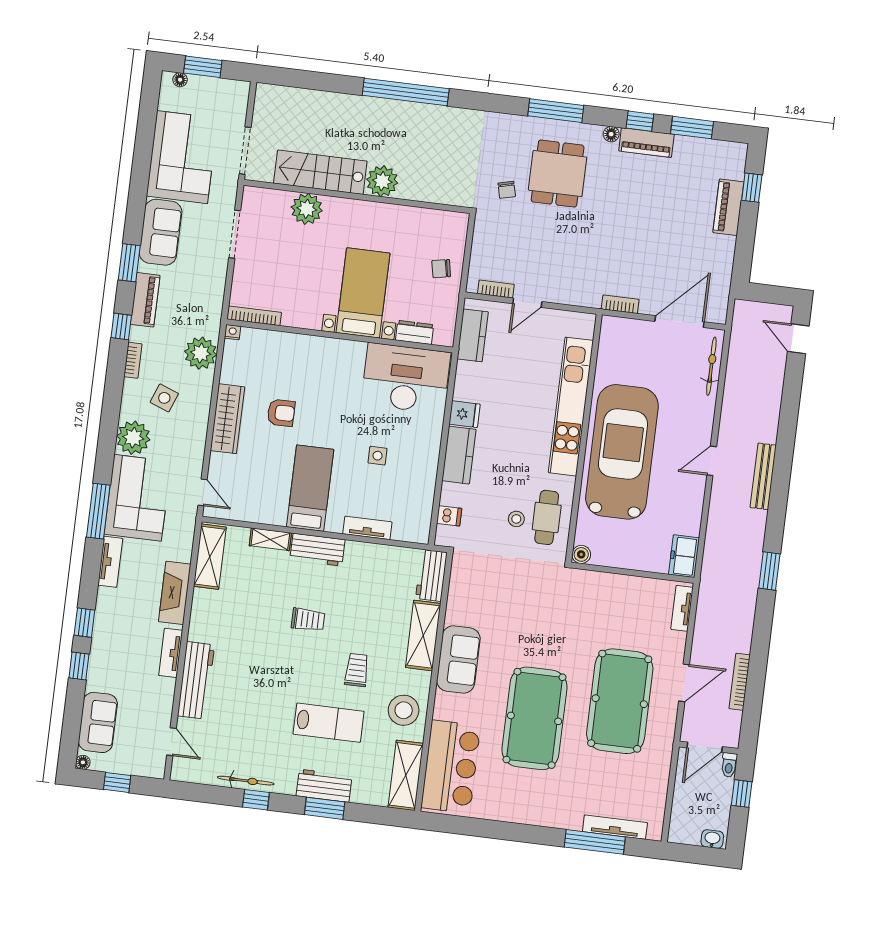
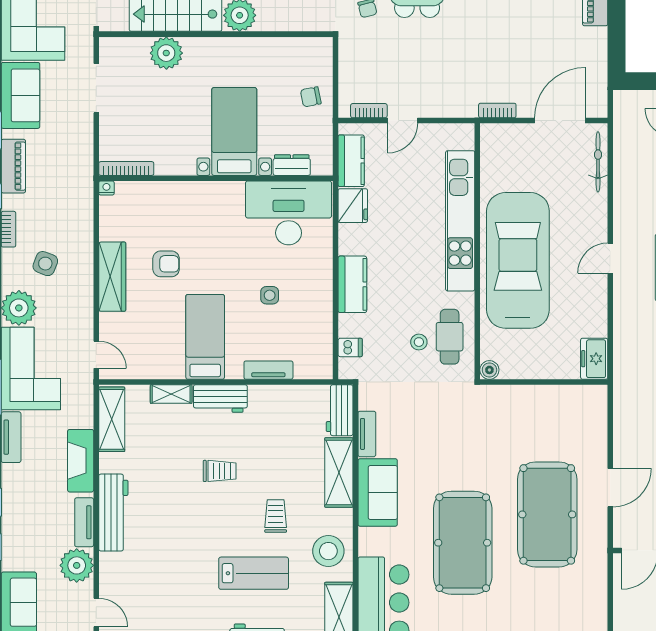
plant: (201, 353) -> (77, 565), moved
fridge: (464, 414) -> (353, 206), moved, width x1.38
tv unit: (682, 608) -> (367, 434), moved, turned 180
workbench: (196, 680) -> (113, 513), moved

